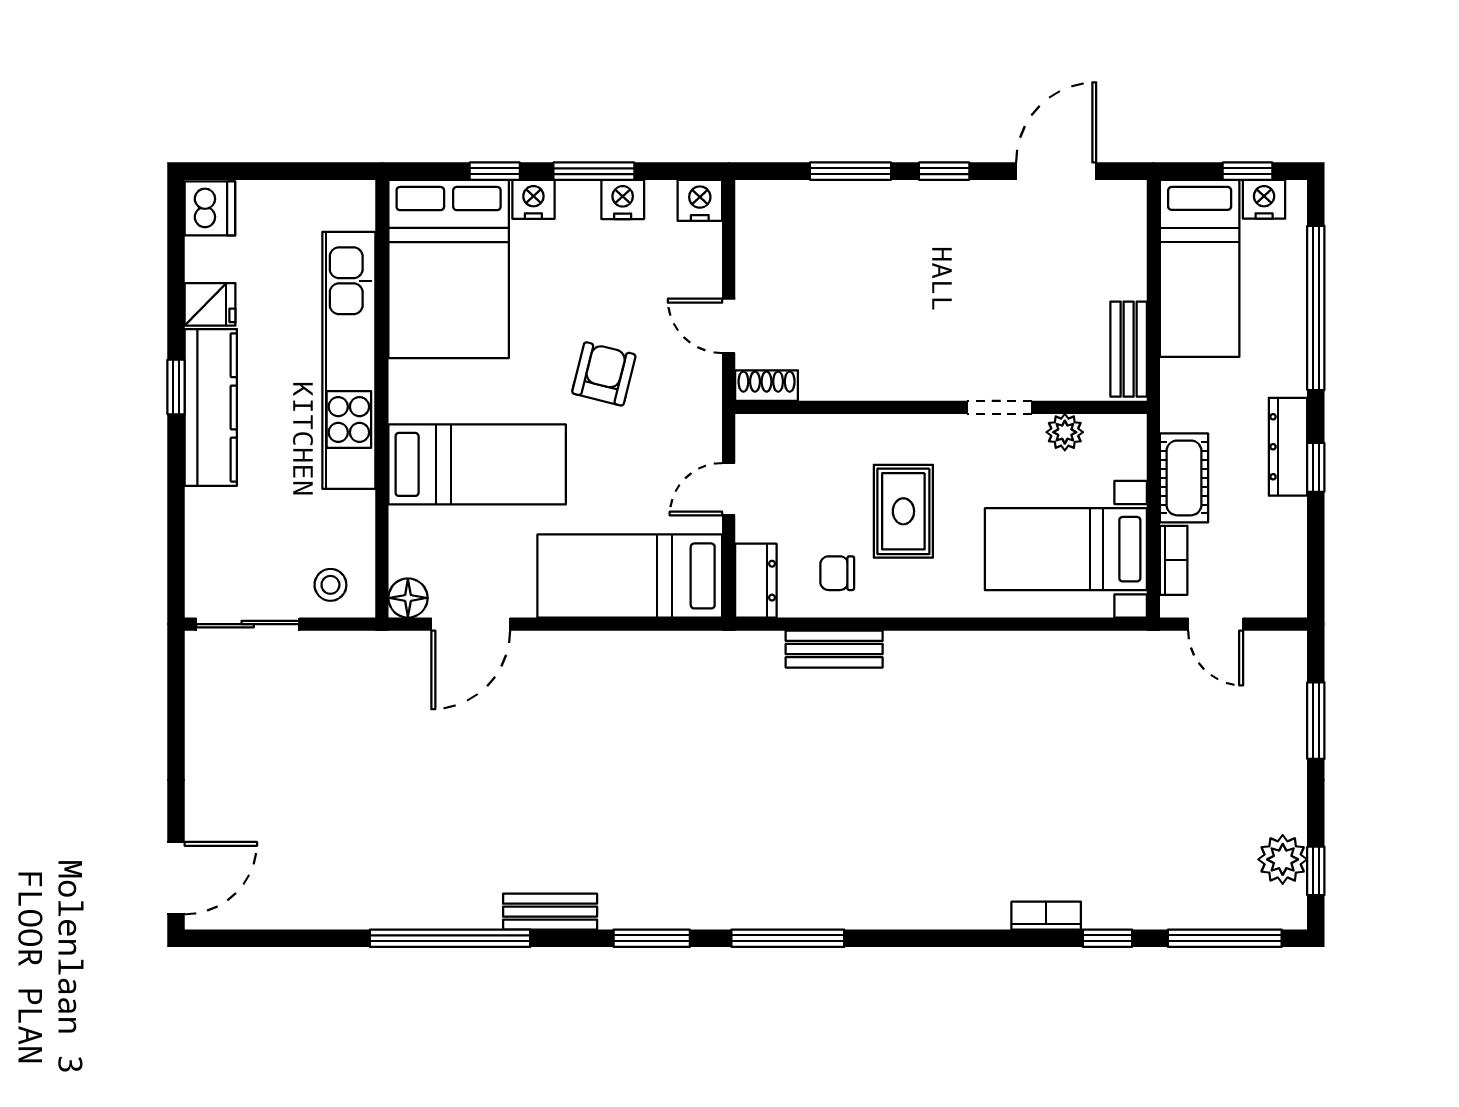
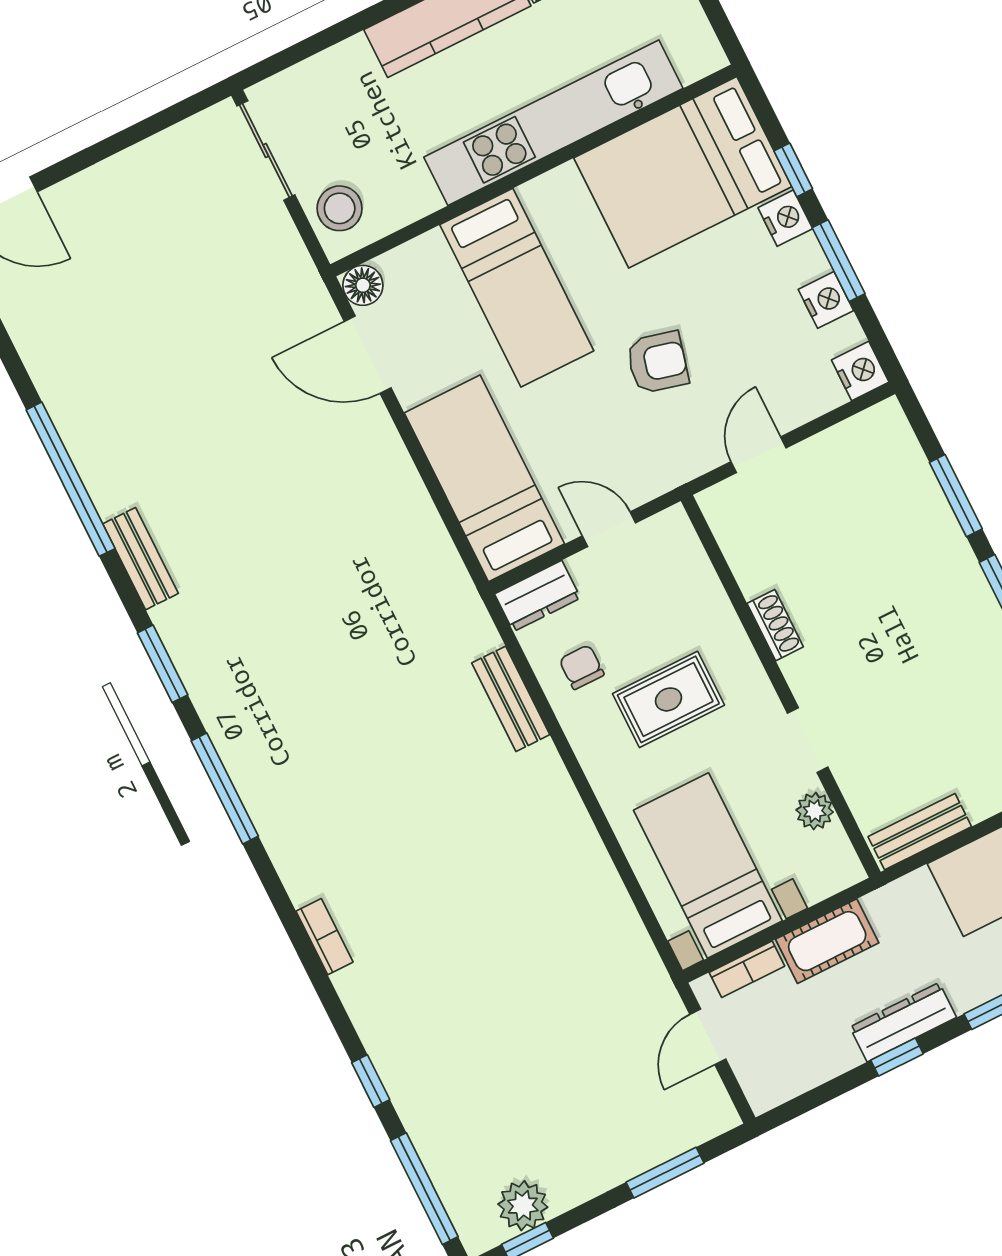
shoe rack: (767, 386) -> (775, 625), moved
stool: (330, 585) -> (340, 208), width x1.37, depth x1.37
bookcase: (1046, 916) -> (324, 937), moved

